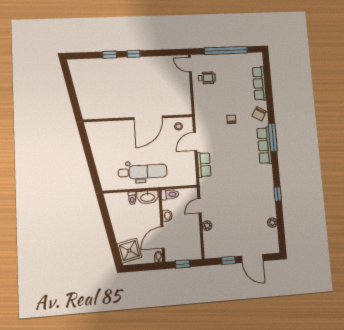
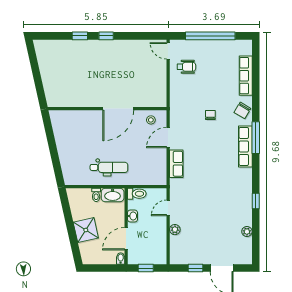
dental chair: (143, 172) -> (109, 167), width x0.73, depth x0.72
shower: (129, 251) -> (86, 230), moved

